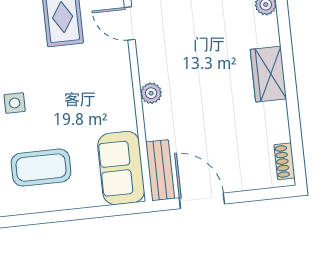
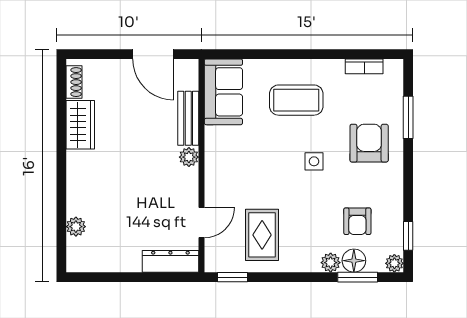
door: (130, 23) -> (201, 223), hinge flipped
wardrobe: (268, 74) -> (80, 125), moved
bench: (160, 170) -> (188, 118), moved

